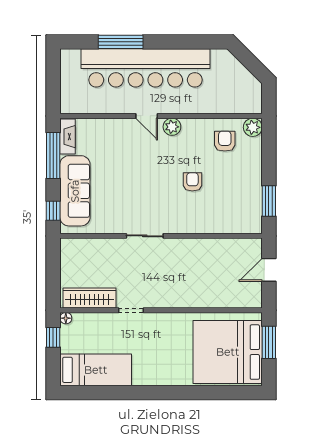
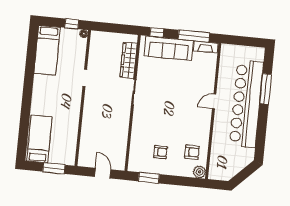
plant: (172, 127) -> (205, 118), removed
armchair: (192, 182) -> (160, 152), moved
wardrobe: (89, 298) -> (129, 60), moved, turned 180
bed: (228, 352) -> (39, 139), width x0.49

